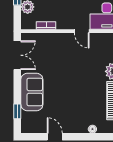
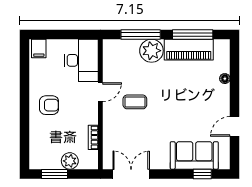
coffee table: (74, 58) -> (135, 102), added
sofa: (32, 92) -> (194, 155), moved

